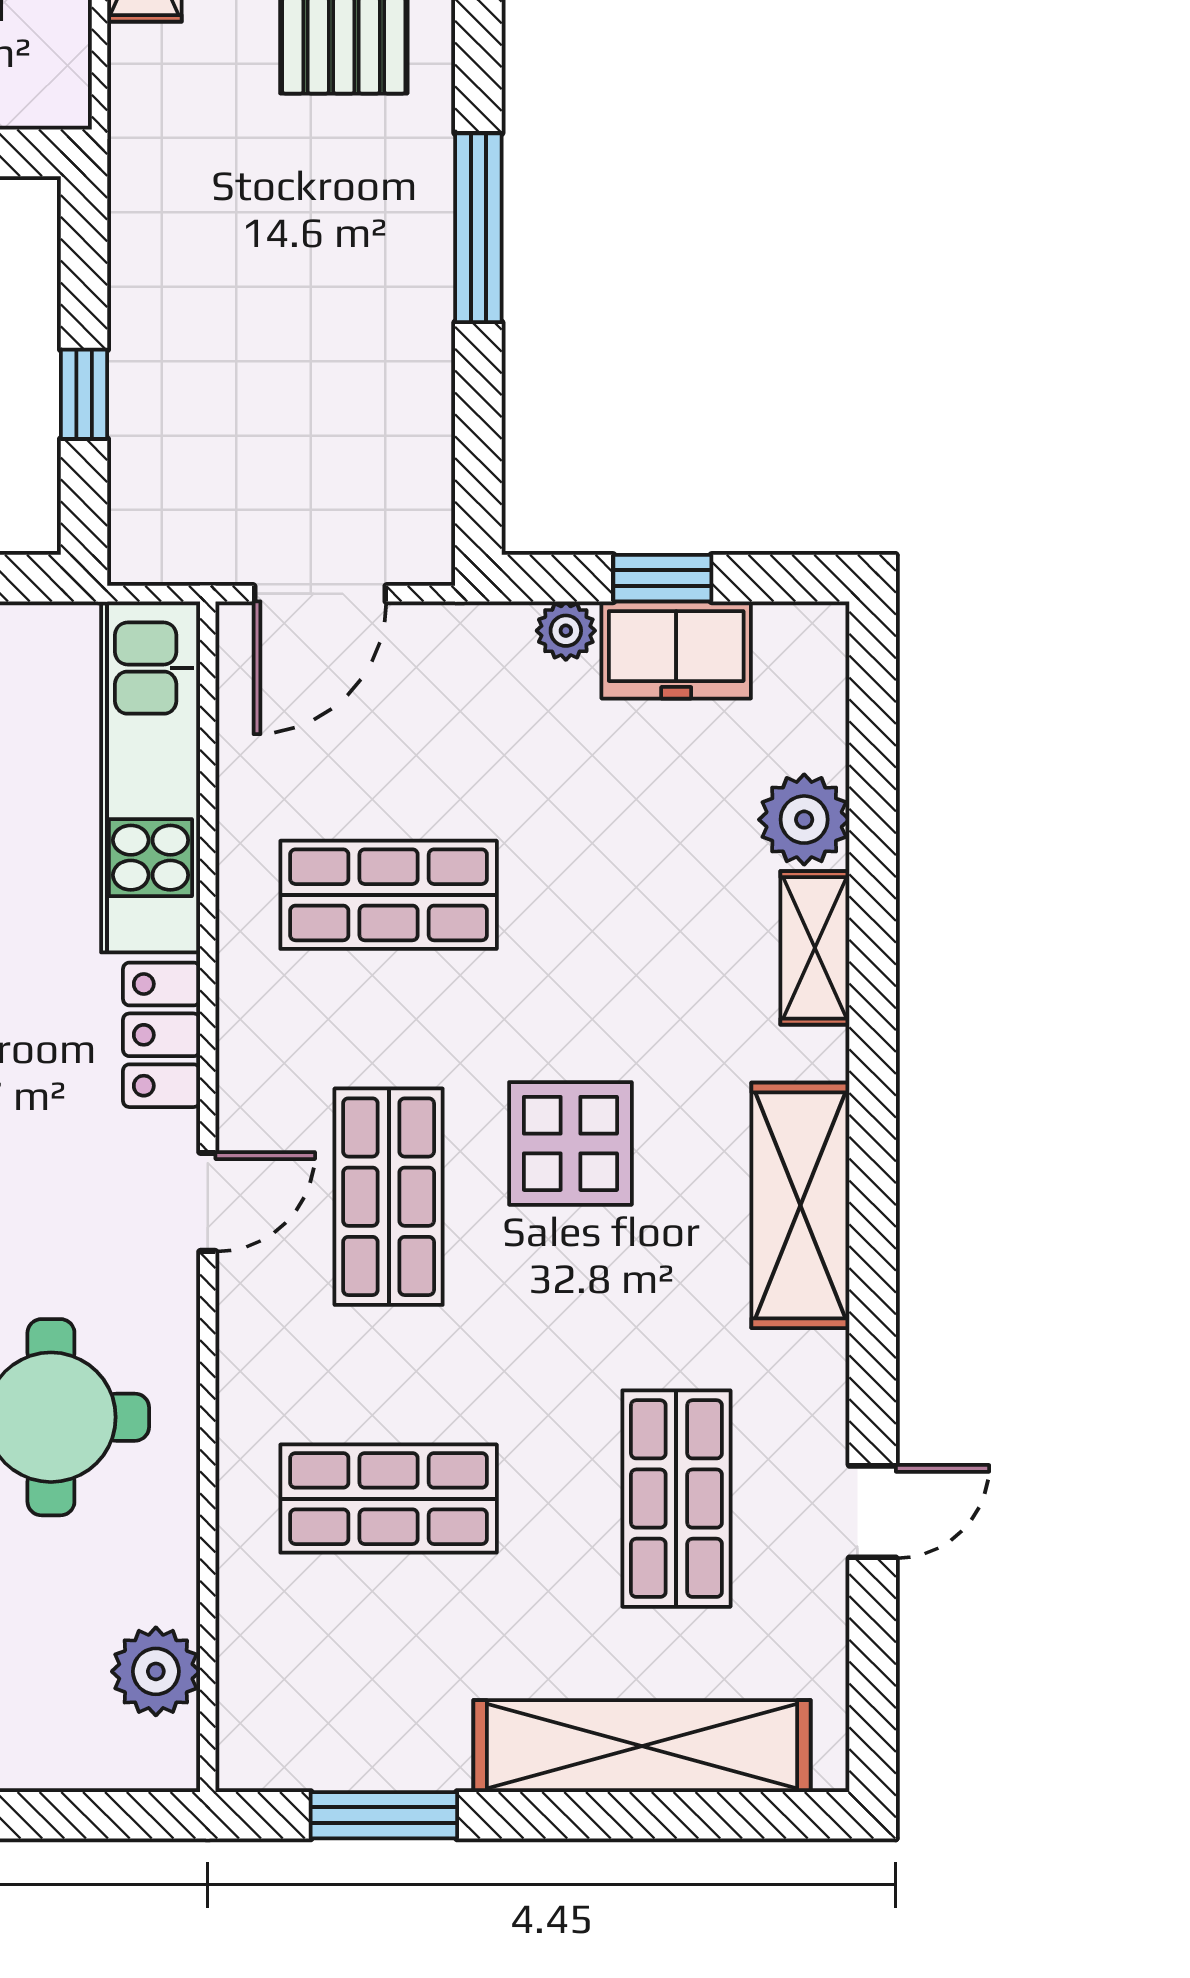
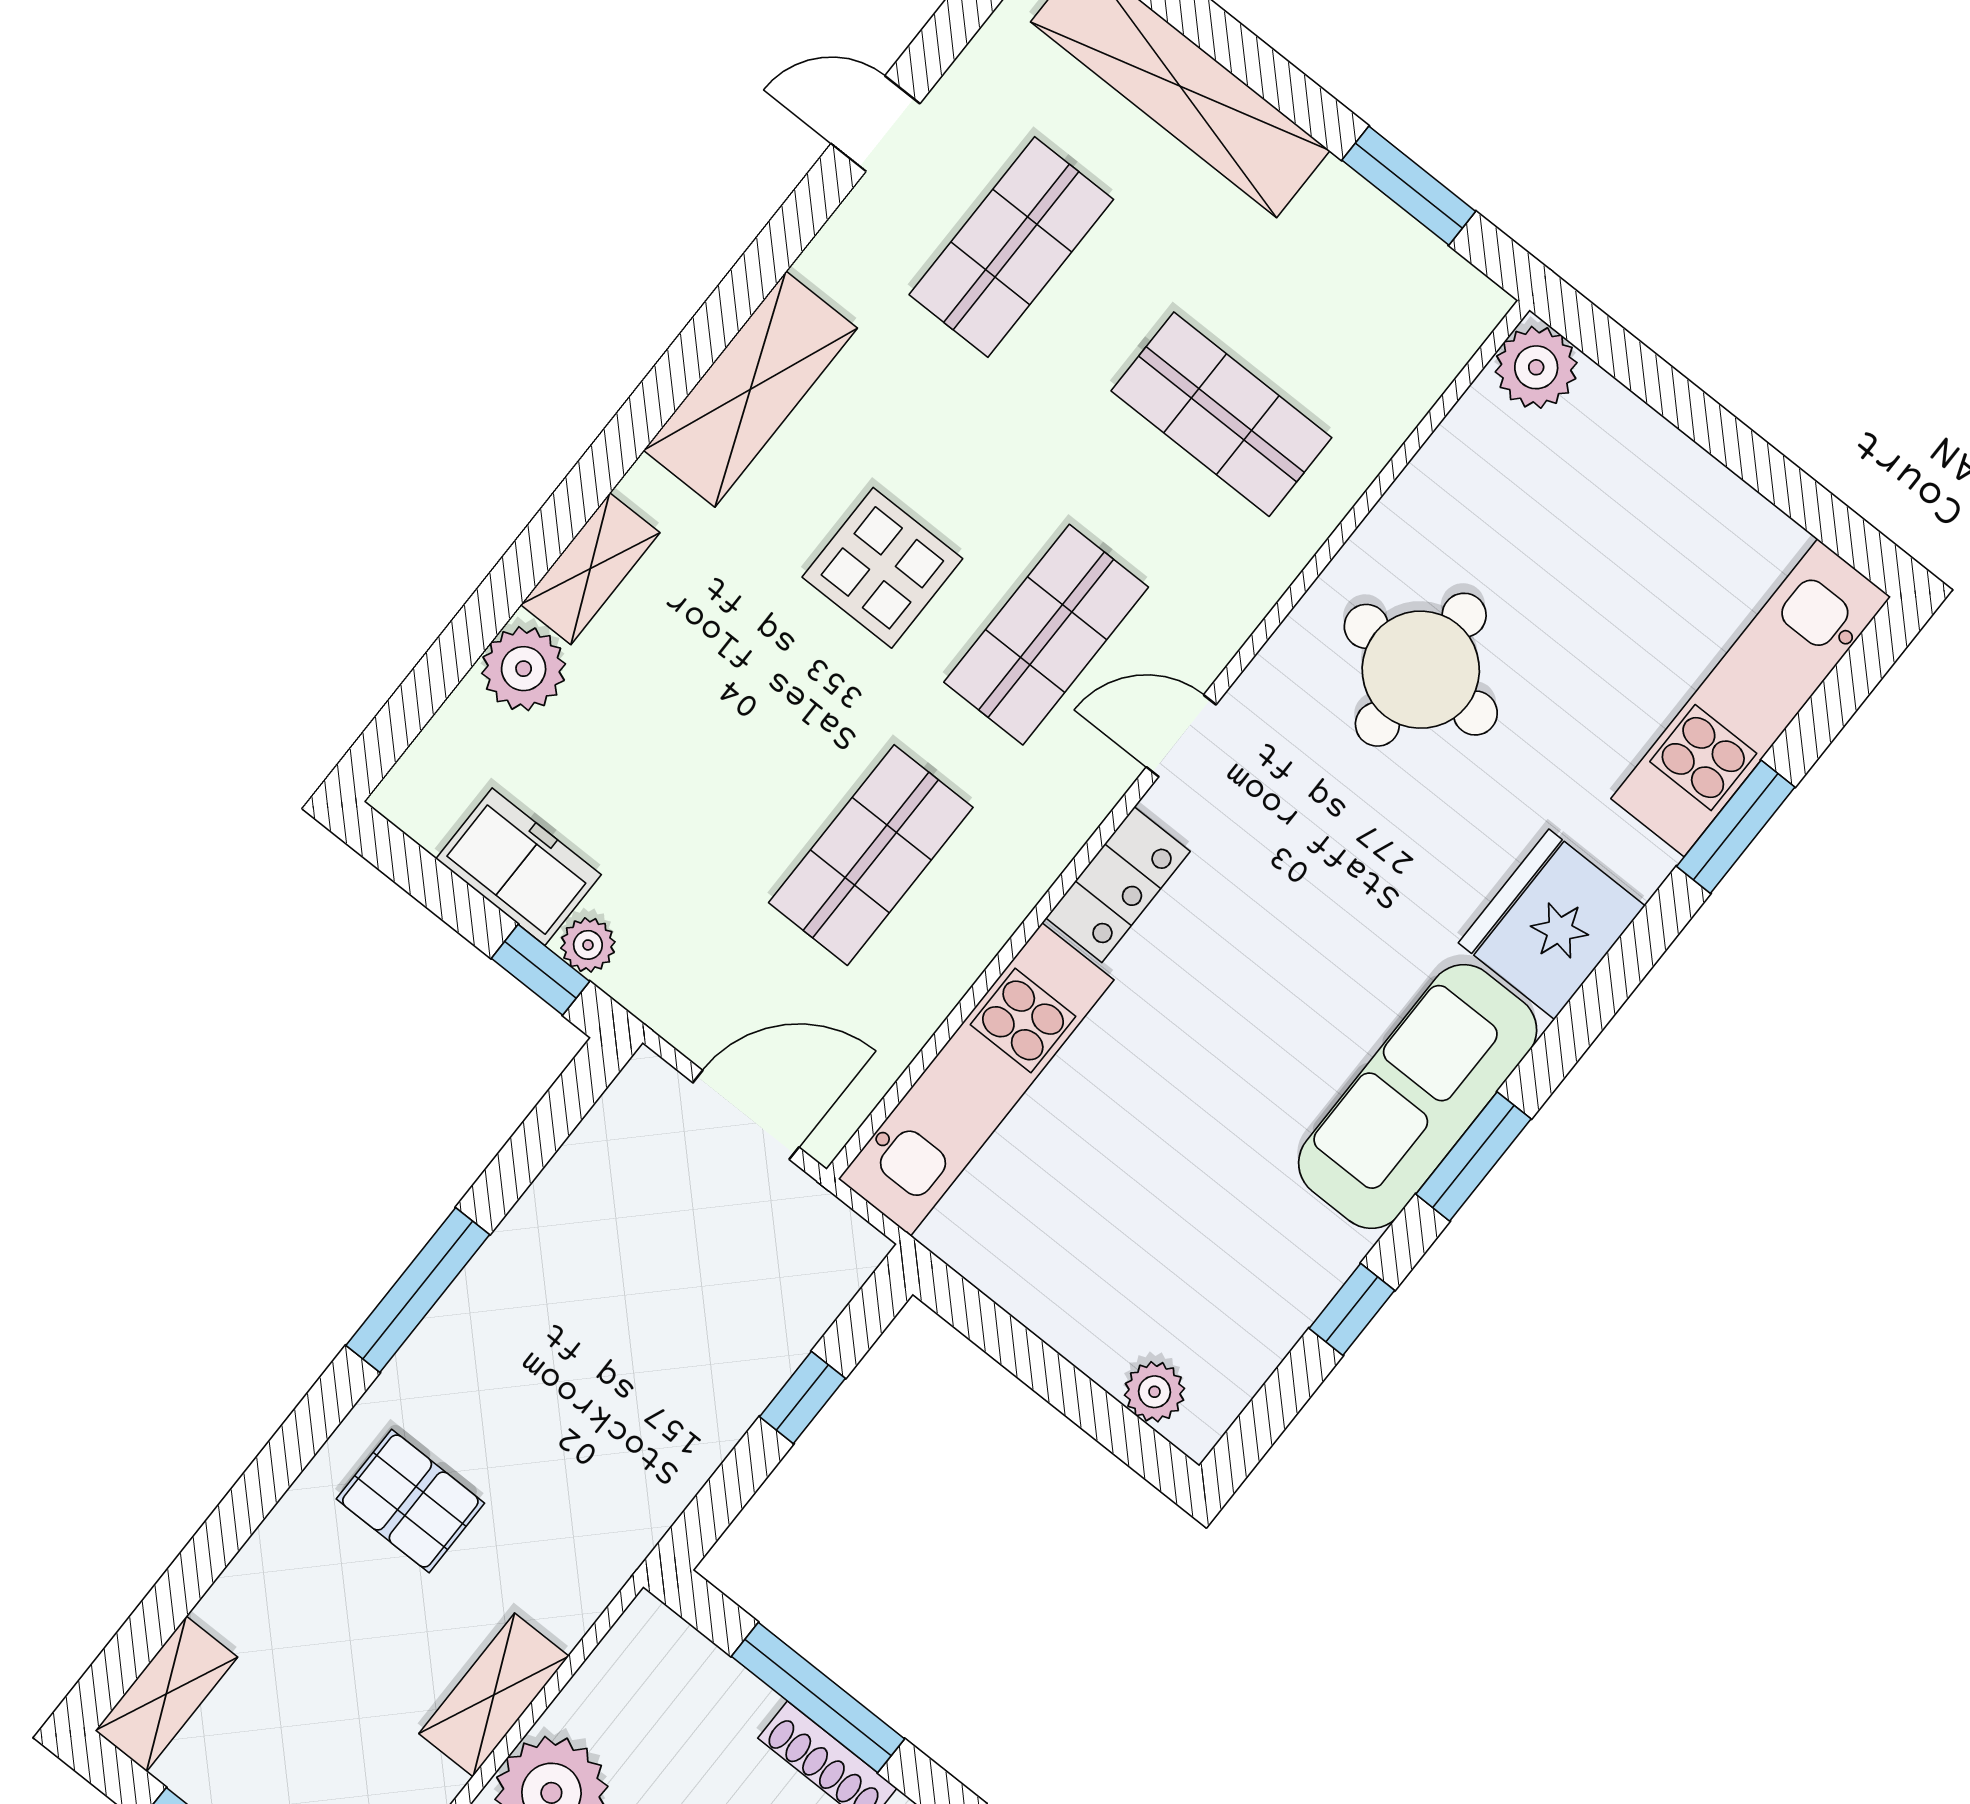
window: (662, 578) -> (540, 970), moved
shop shelf: (389, 895) -> (871, 855), turned 90
plant: (156, 1671) -> (1536, 367), moved

